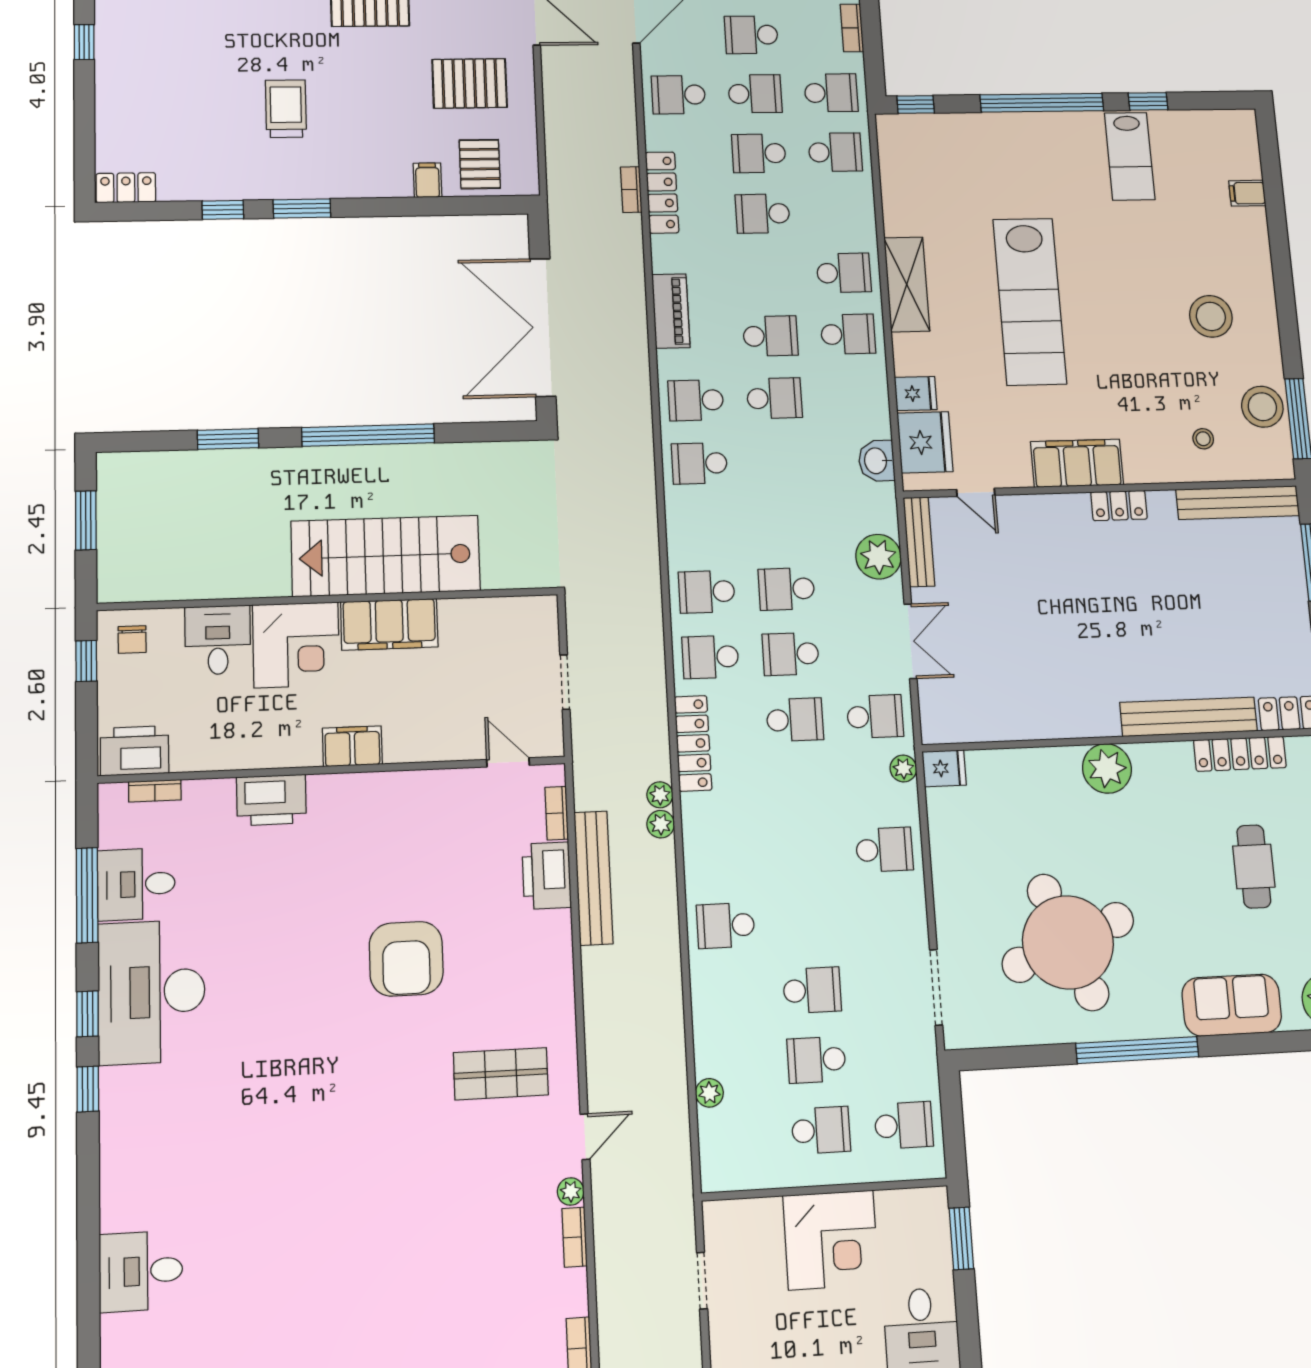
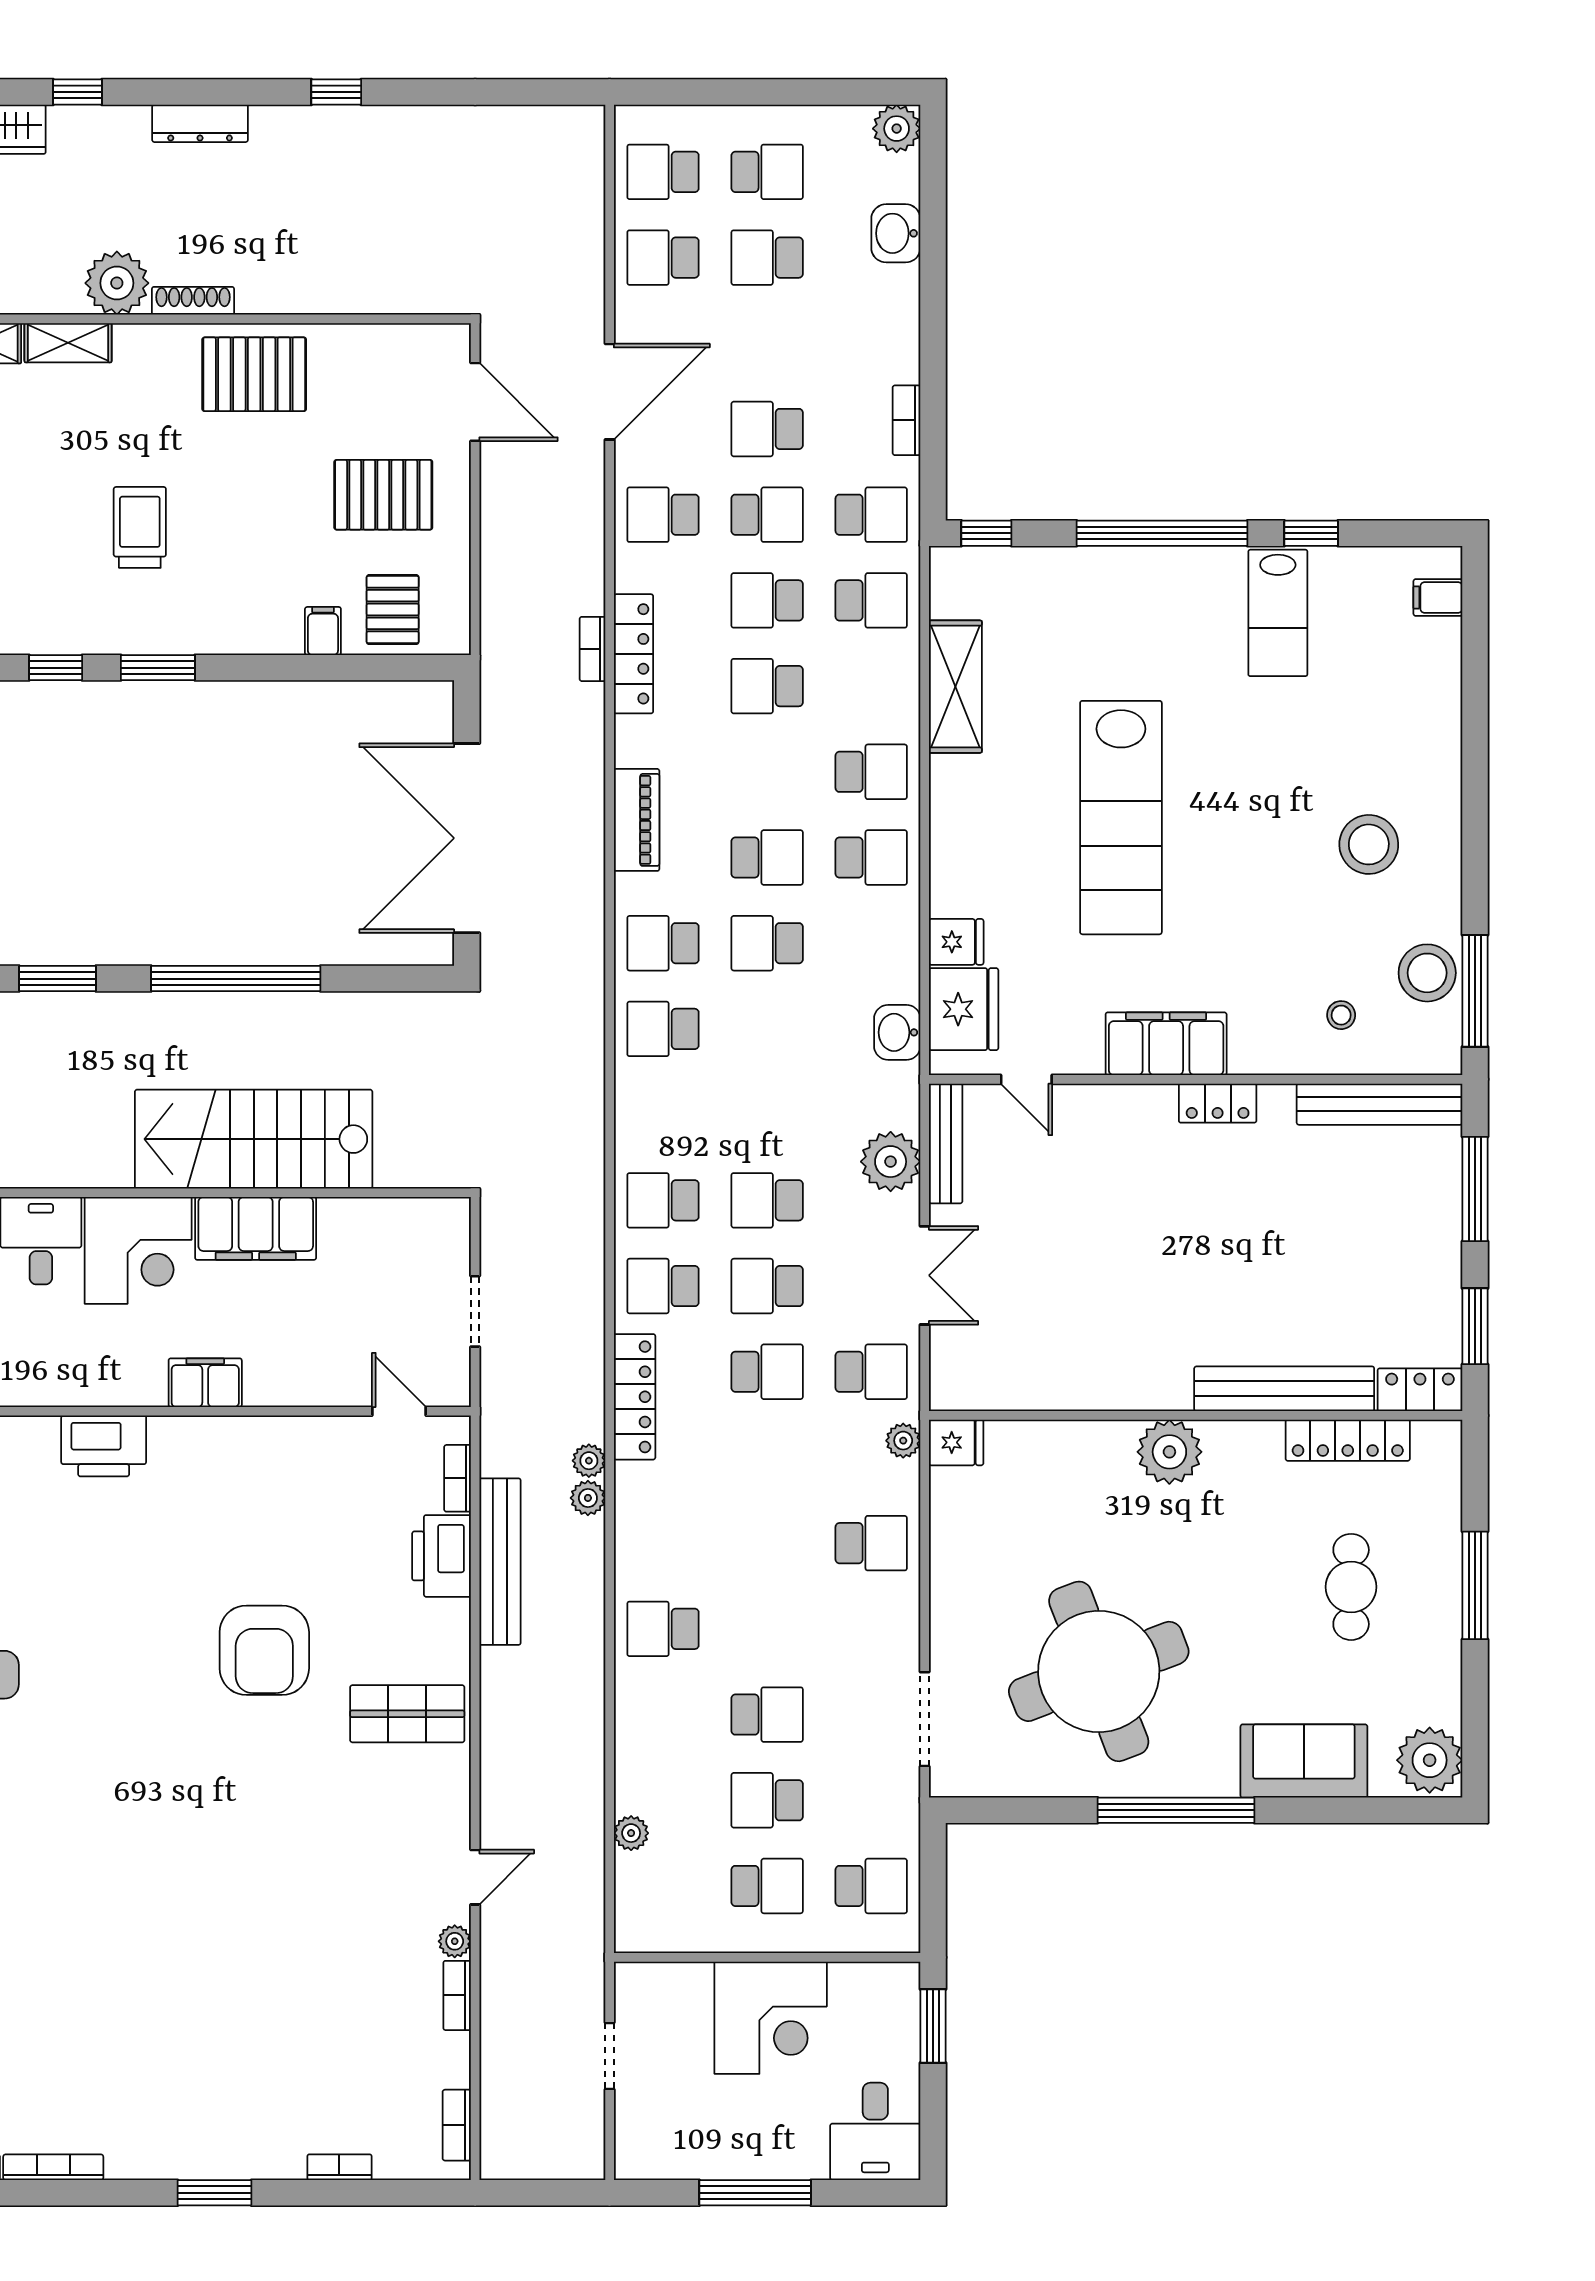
filing cabinet: (1247, 193) -> (1438, 598), moved
shelving: (907, 284) -> (955, 687), moved
school desk: (774, 398) -> (767, 943), turned 180
shop shelf: (501, 1074) -> (407, 1714), moved

